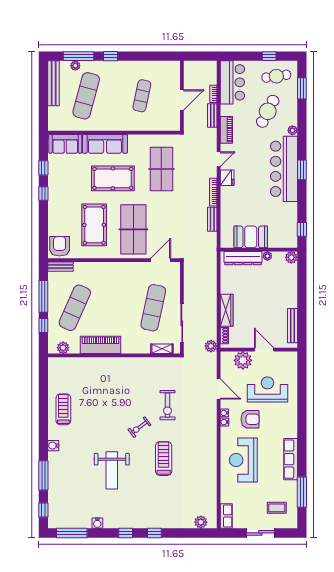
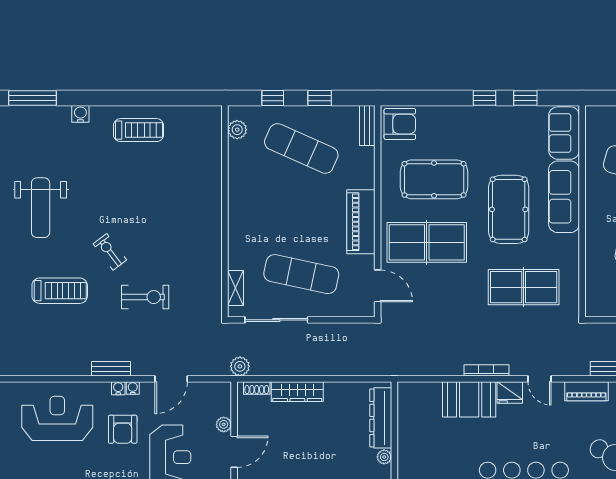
bench: (212, 219) -> (111, 369), moved
booth: (251, 237) -> (469, 399), moved, turned 90
window: (43, 296) -> (320, 98), width x0.46
piano: (101, 345) -> (361, 222), moved, turned 180
plant: (243, 360) -> (224, 424), width x0.53, depth x0.53
exercise bike: (168, 405) -> (145, 297), turned 180
weight bench: (112, 470) -> (41, 208), turned -90

